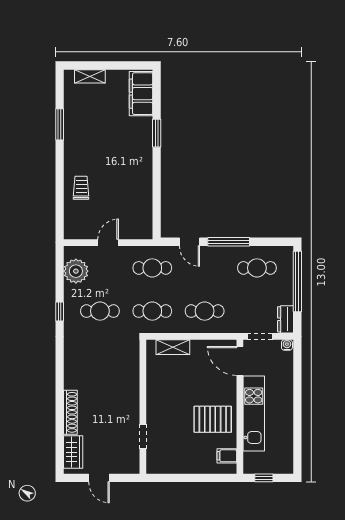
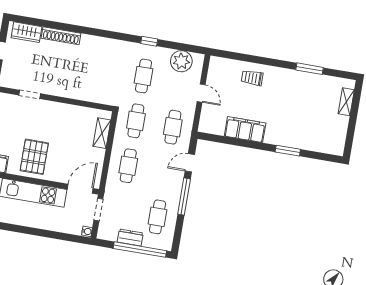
filing cabinet: (141, 94) -> (245, 130), moved
trolley: (81, 188) -> (252, 78), turned 180
dresser: (286, 319) -> (130, 237), moved

